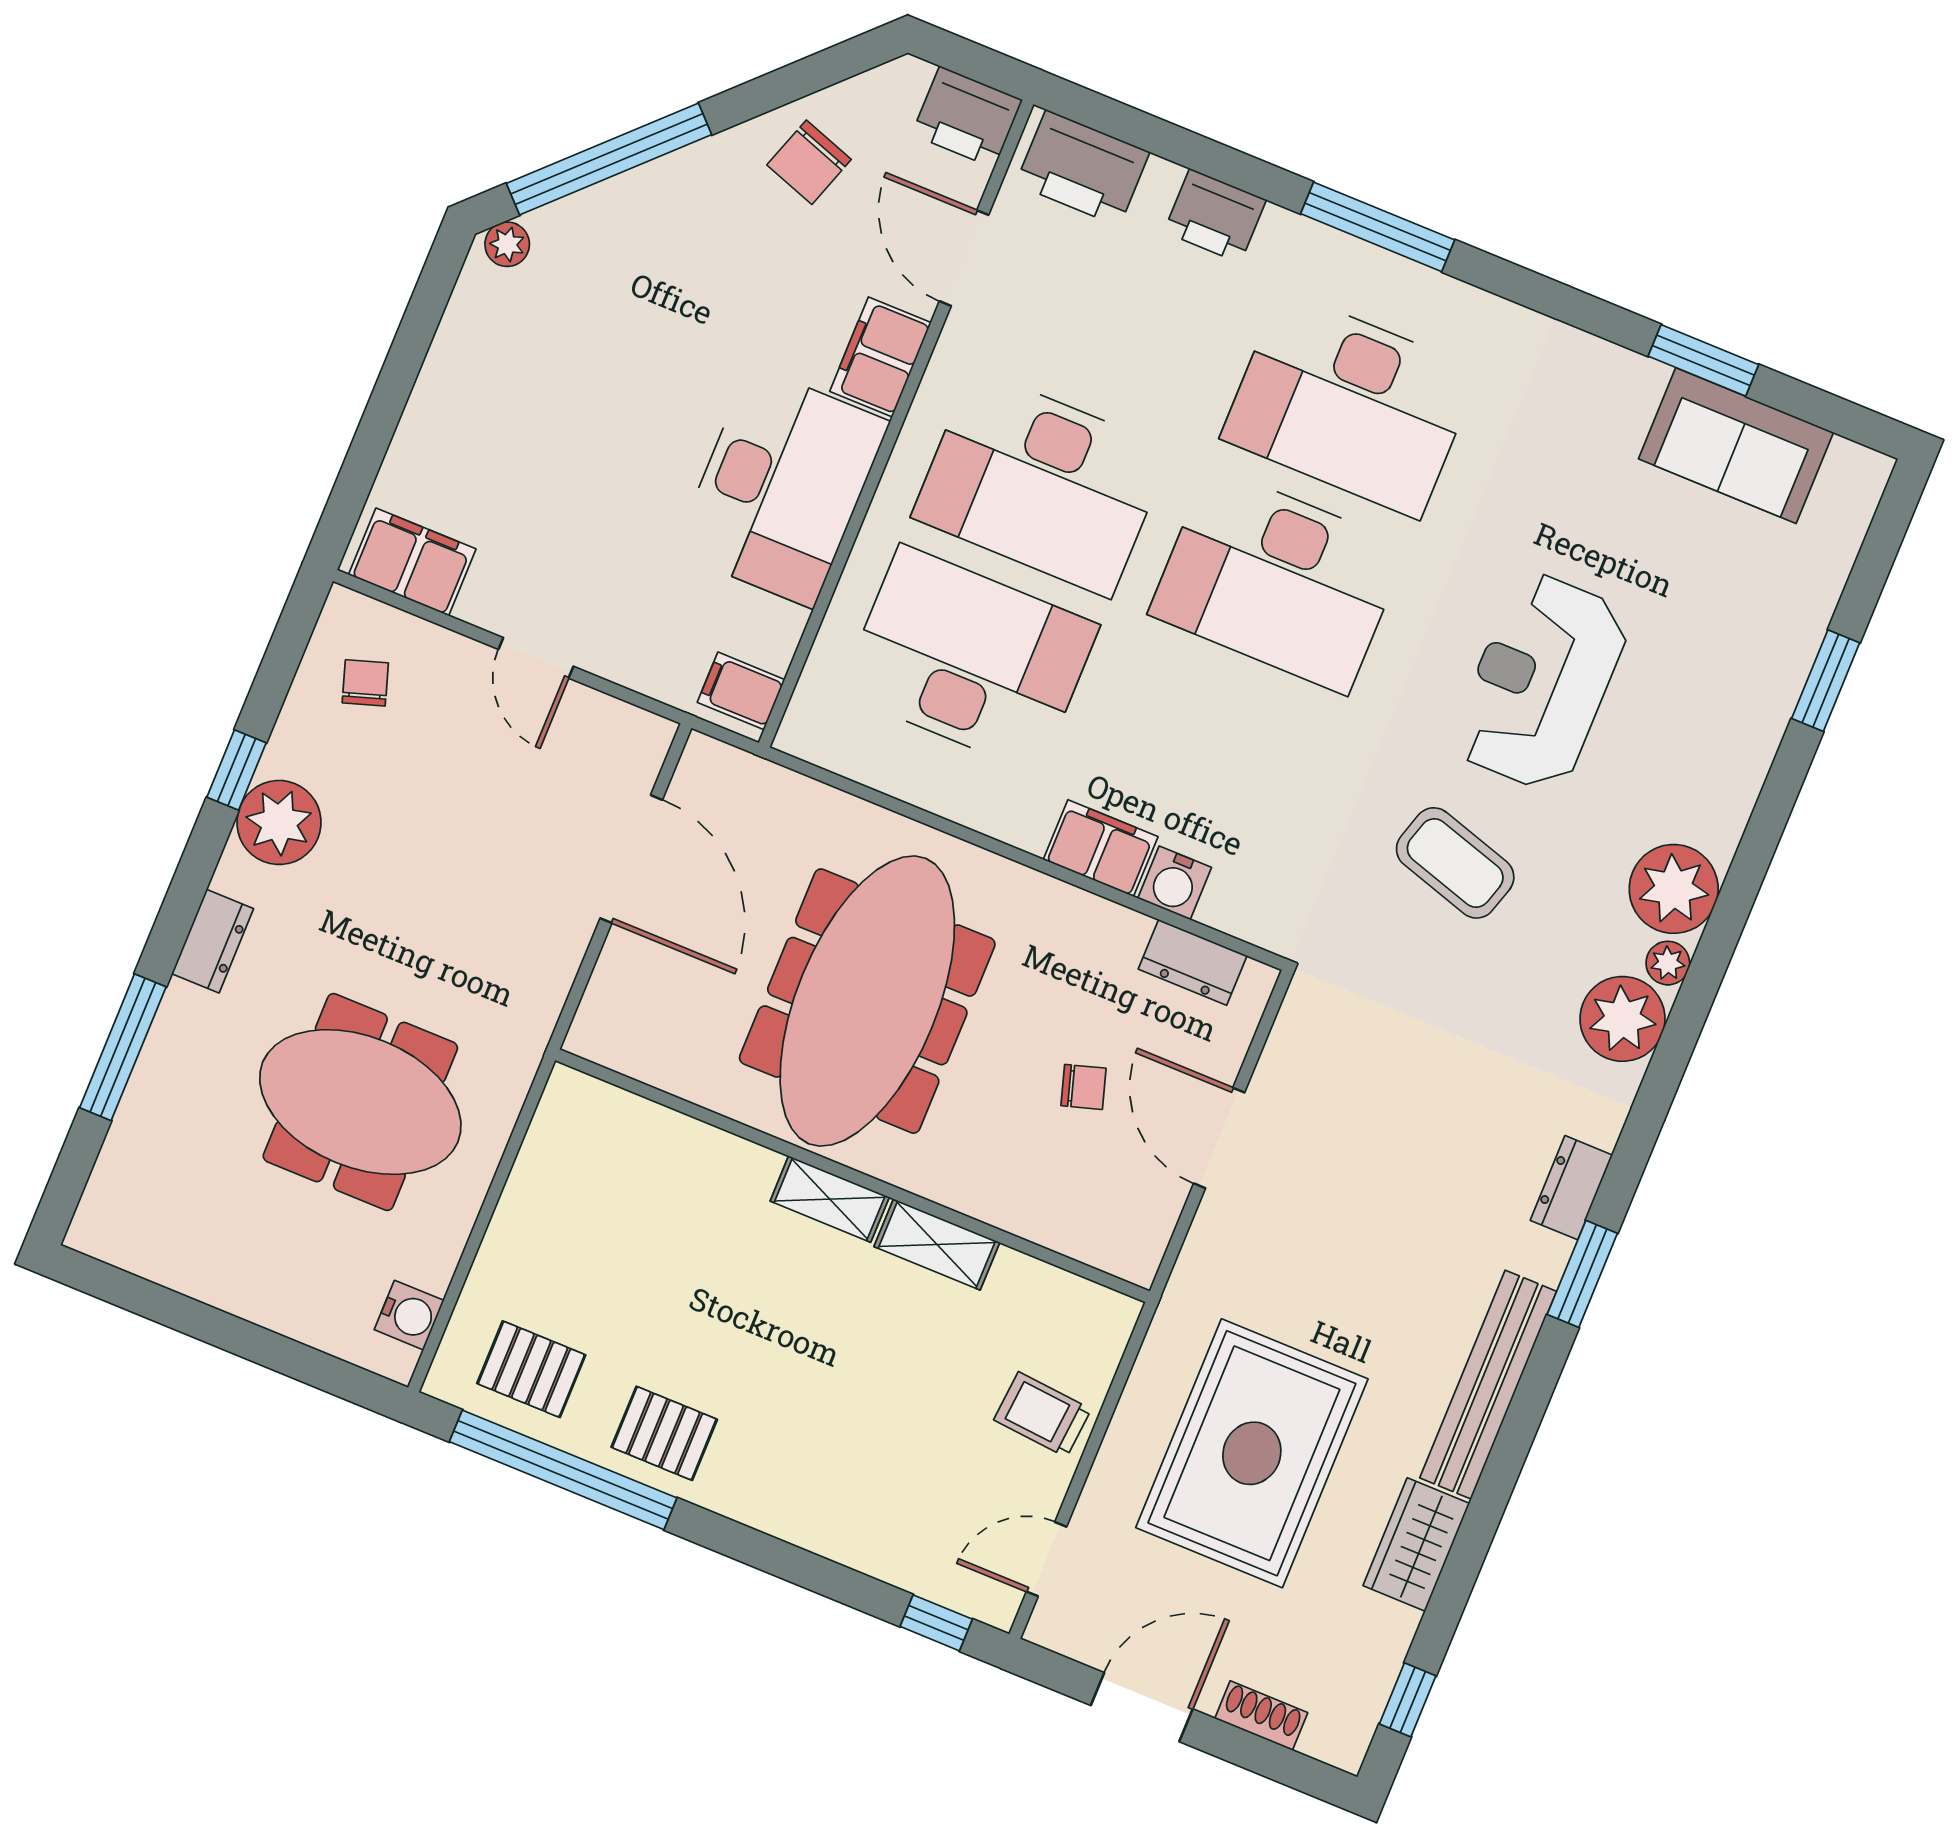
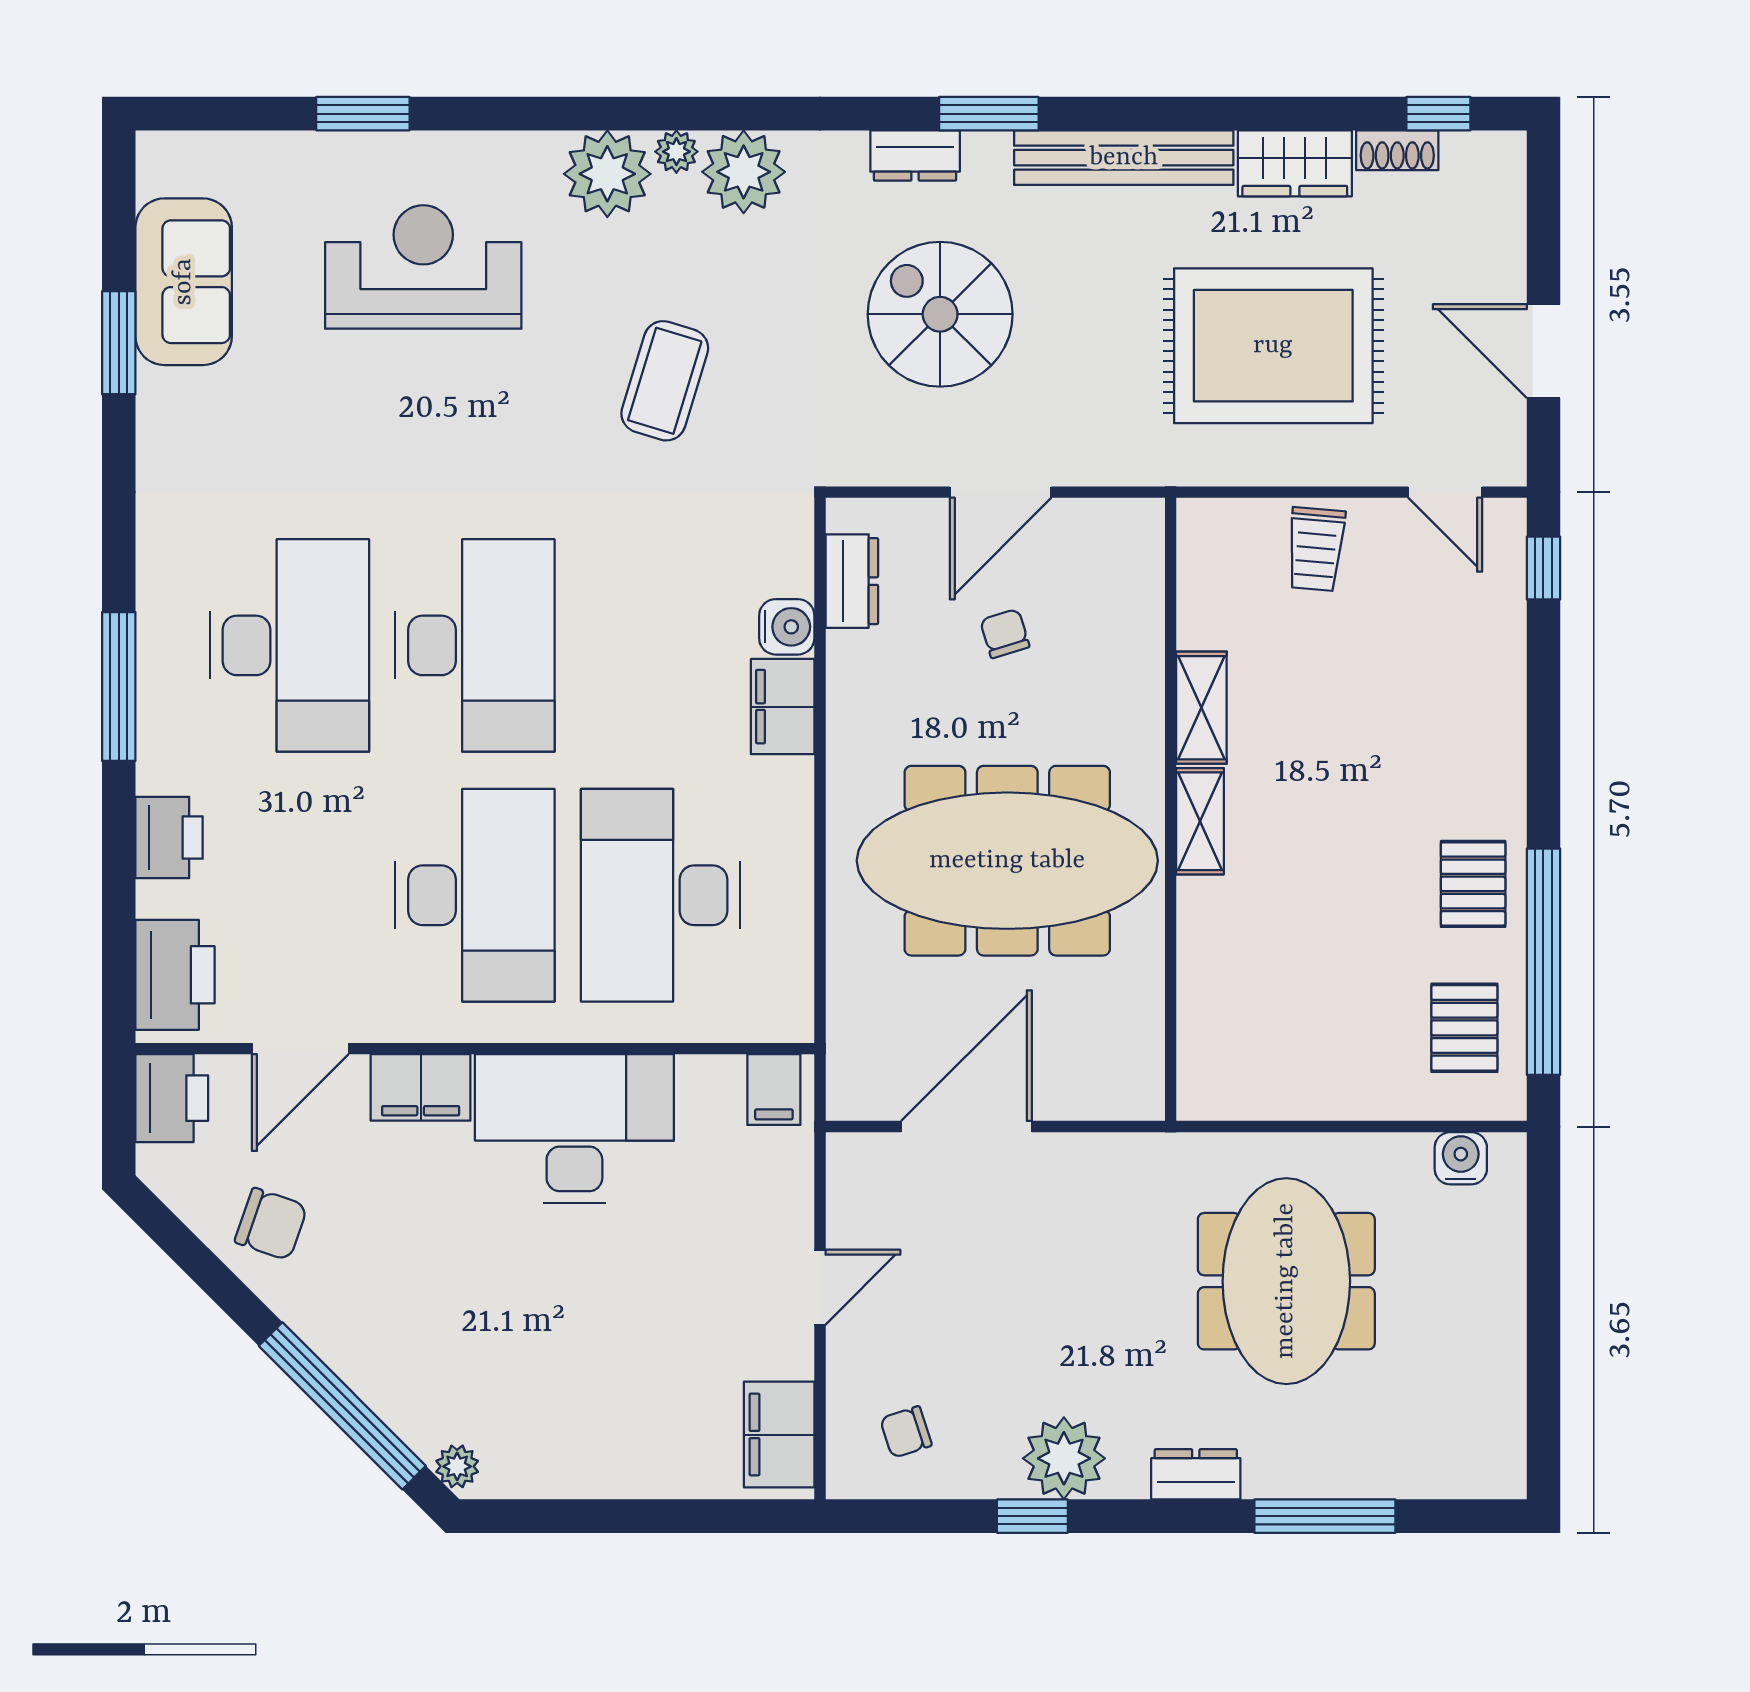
reception desk: (1541, 682) -> (423, 267), moved, turned 180
spiral stairs: (1411, 1150) -> (940, 314), added
shoe rack: (1261, 1716) -> (1397, 150), moved, turned -90

